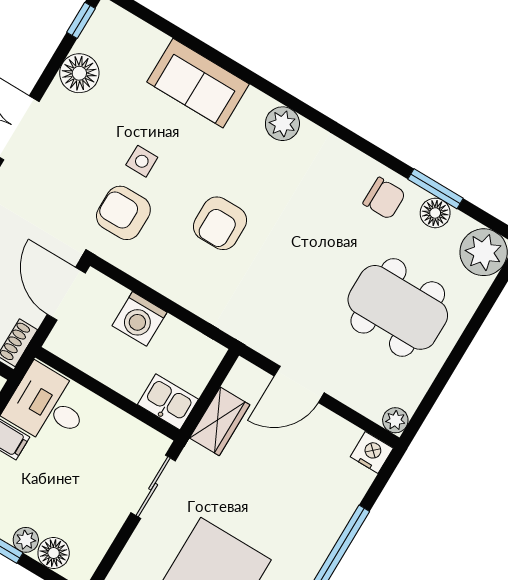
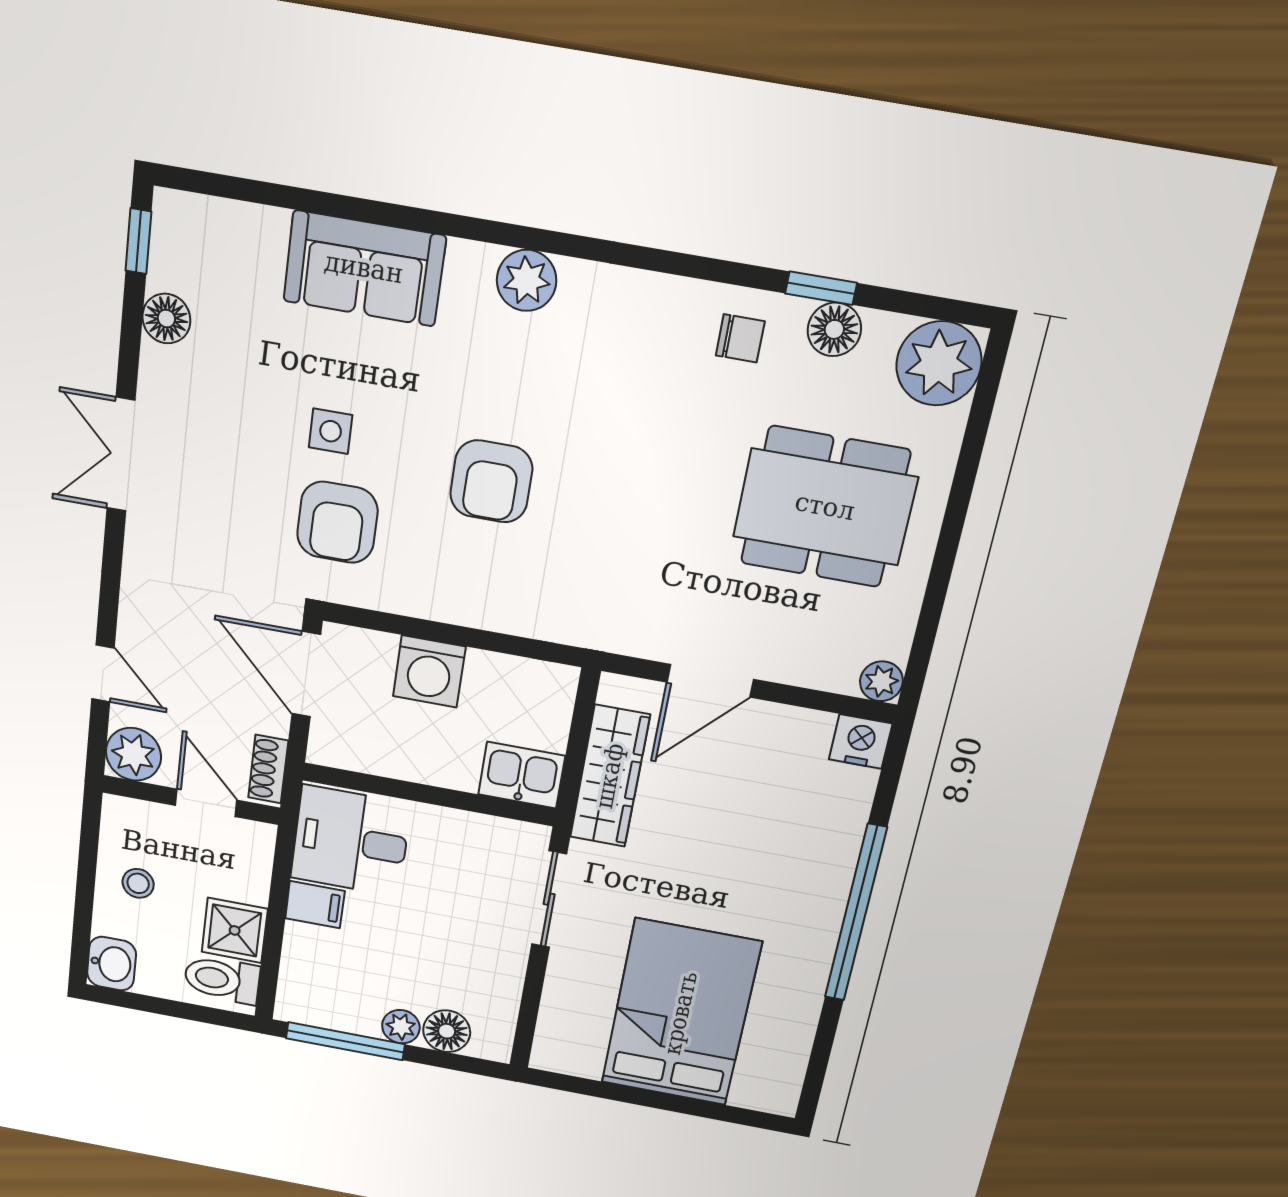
floor lamp: (79, 73) -> (166, 319), width x0.73, depth x0.73
window: (435, 189) -> (821, 288), width x0.67
chair: (384, 198) -> (740, 338), width x0.73, depth x0.73
armchair: (123, 213) -> (337, 522), turned -90
wardrobe: (220, 421) -> (610, 776), width x1.50

